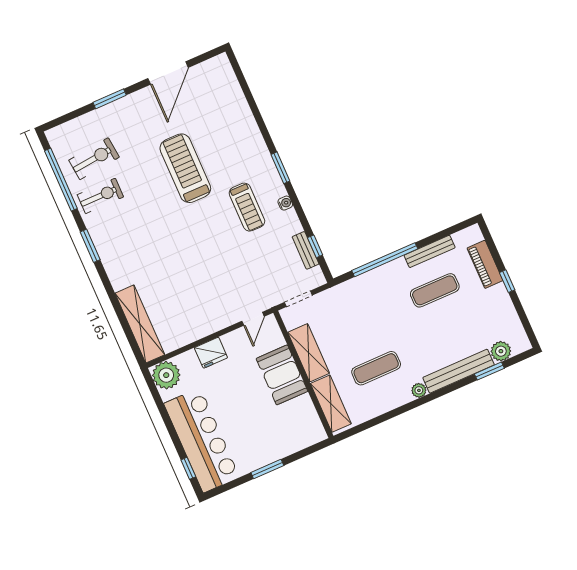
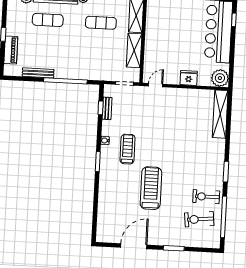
treadmill: (185, 168) -> (151, 188), turned 180
exercise mat: (435, 290) -> (48, 20), moved
booth: (282, 375) -> (155, 46), removed

